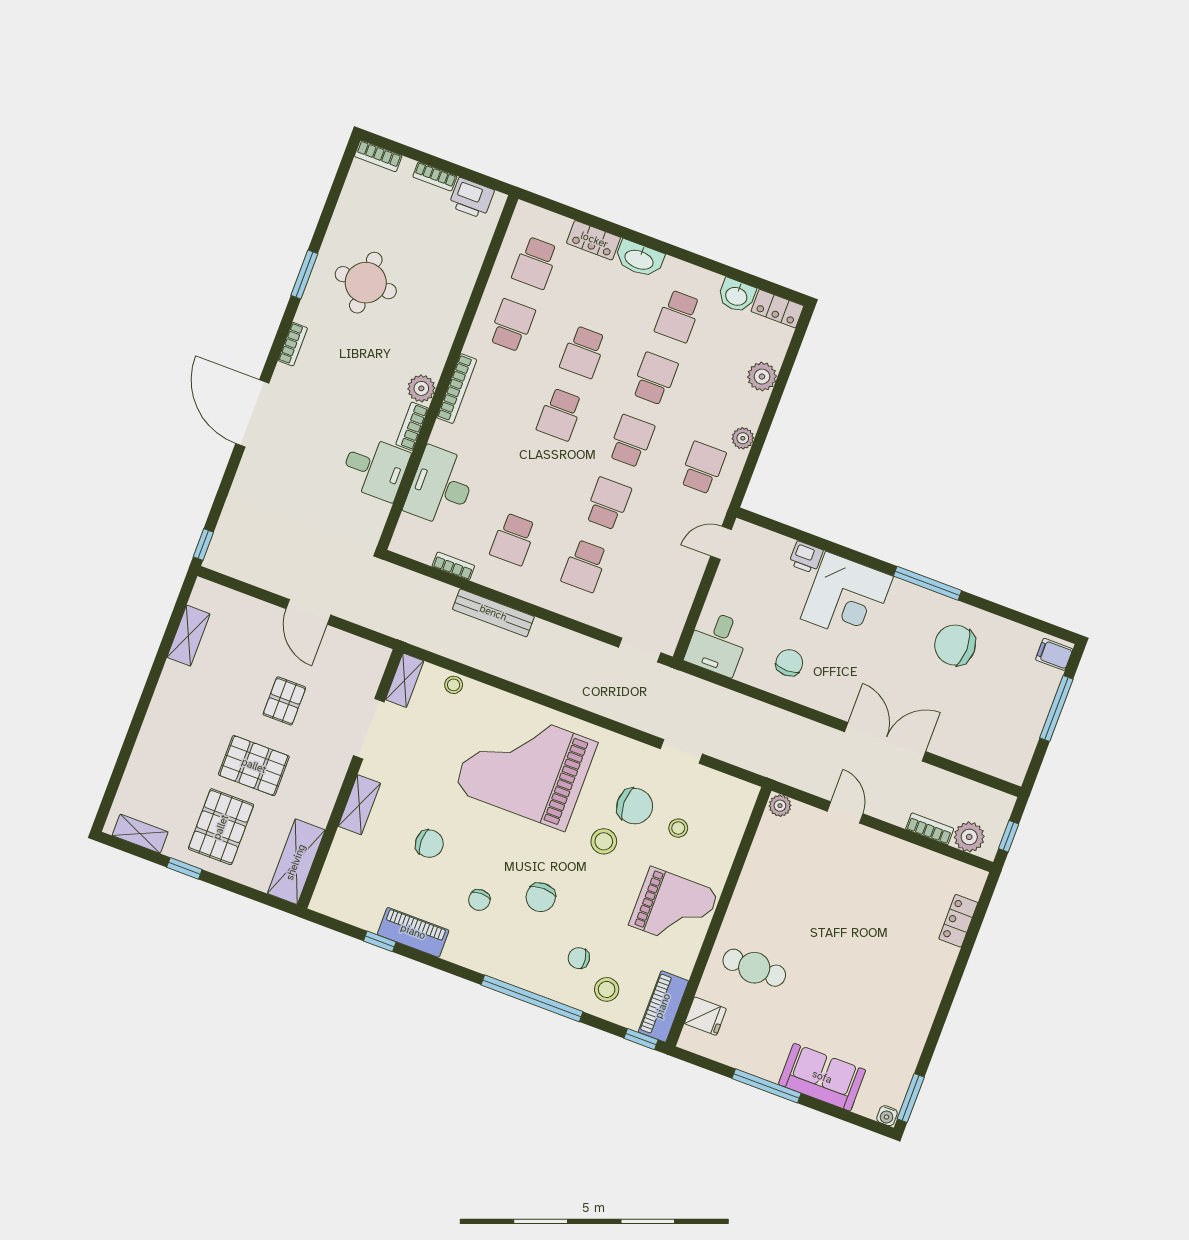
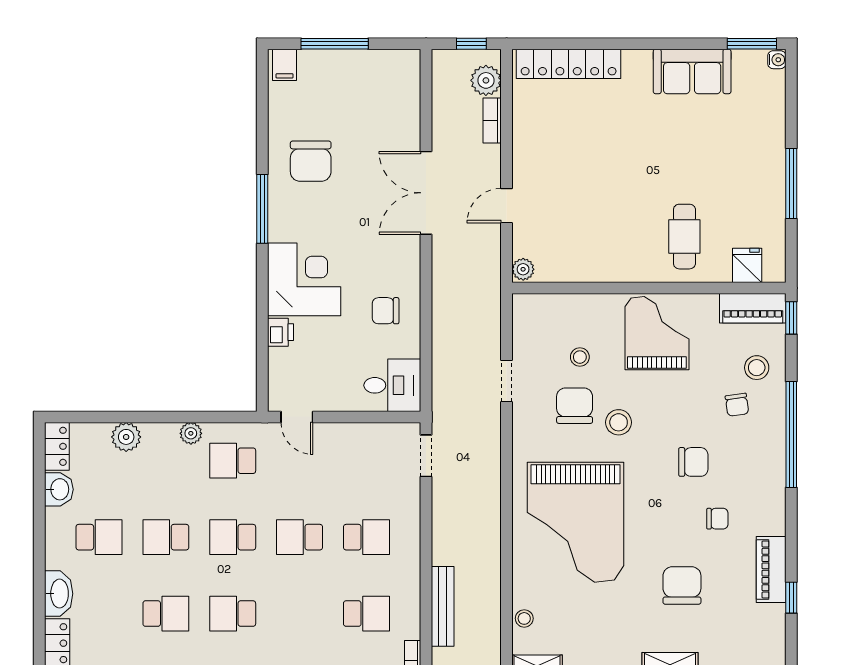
school desk: (560, 414) -> (233, 614), turned 180
chair: (429, 844) -> (682, 585), width x1.37, depth x1.37
locker: (958, 921) -> (569, 64), width x2.16, depth x1.21
sofa: (822, 1077) -> (692, 71), moved, turned -90

